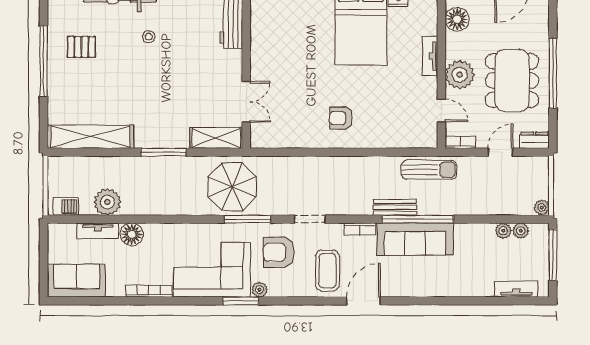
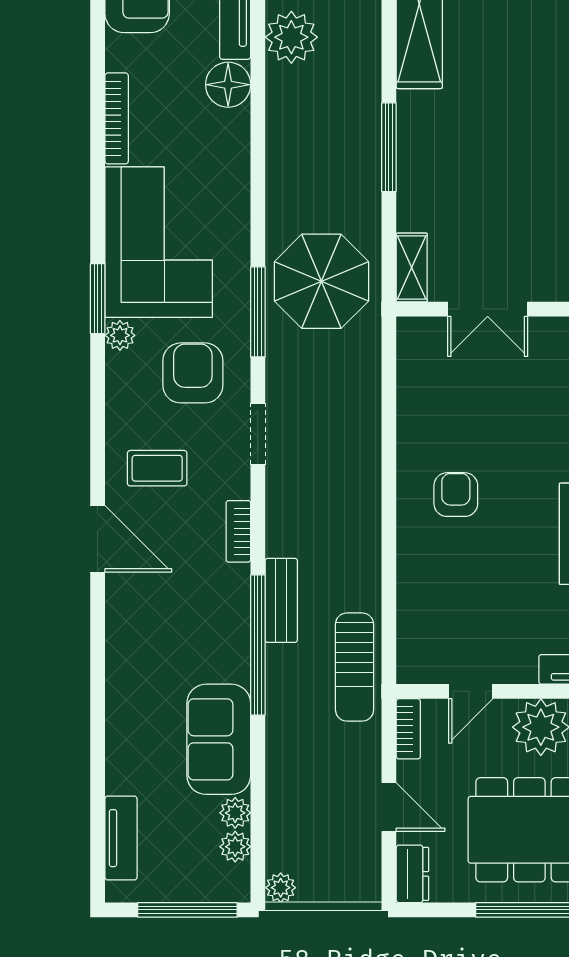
shelving: (216, 138) -> (412, 267), width x0.67, depth x0.75
sofa: (415, 239) -> (219, 739), moved, width x0.73
coffee table: (327, 271) -> (157, 468), width x0.73, depth x0.77

